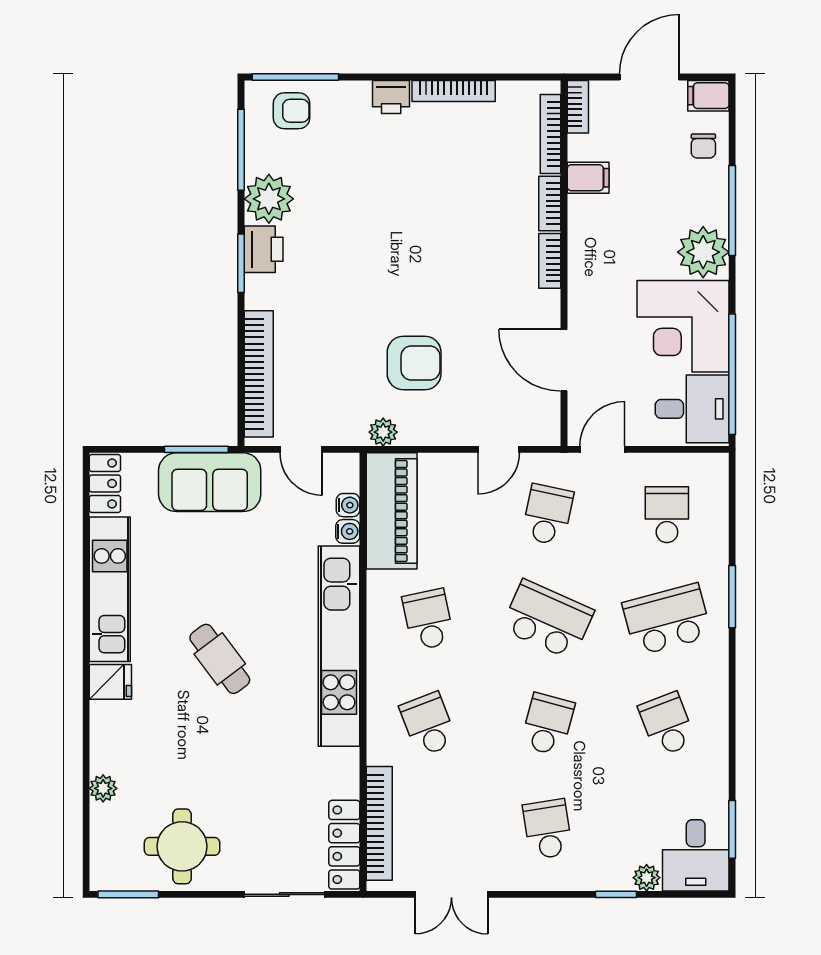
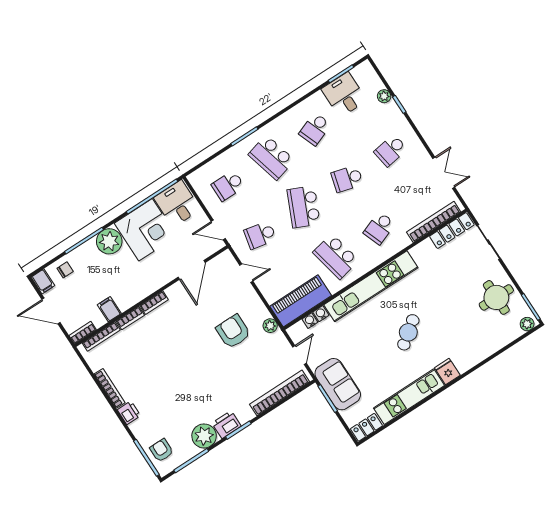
school desk: (428, 620) -> (336, 256), width x1.85
plant: (103, 788) -> (527, 324), moved
desk: (696, 855) -> (344, 95), moved, turned -90

